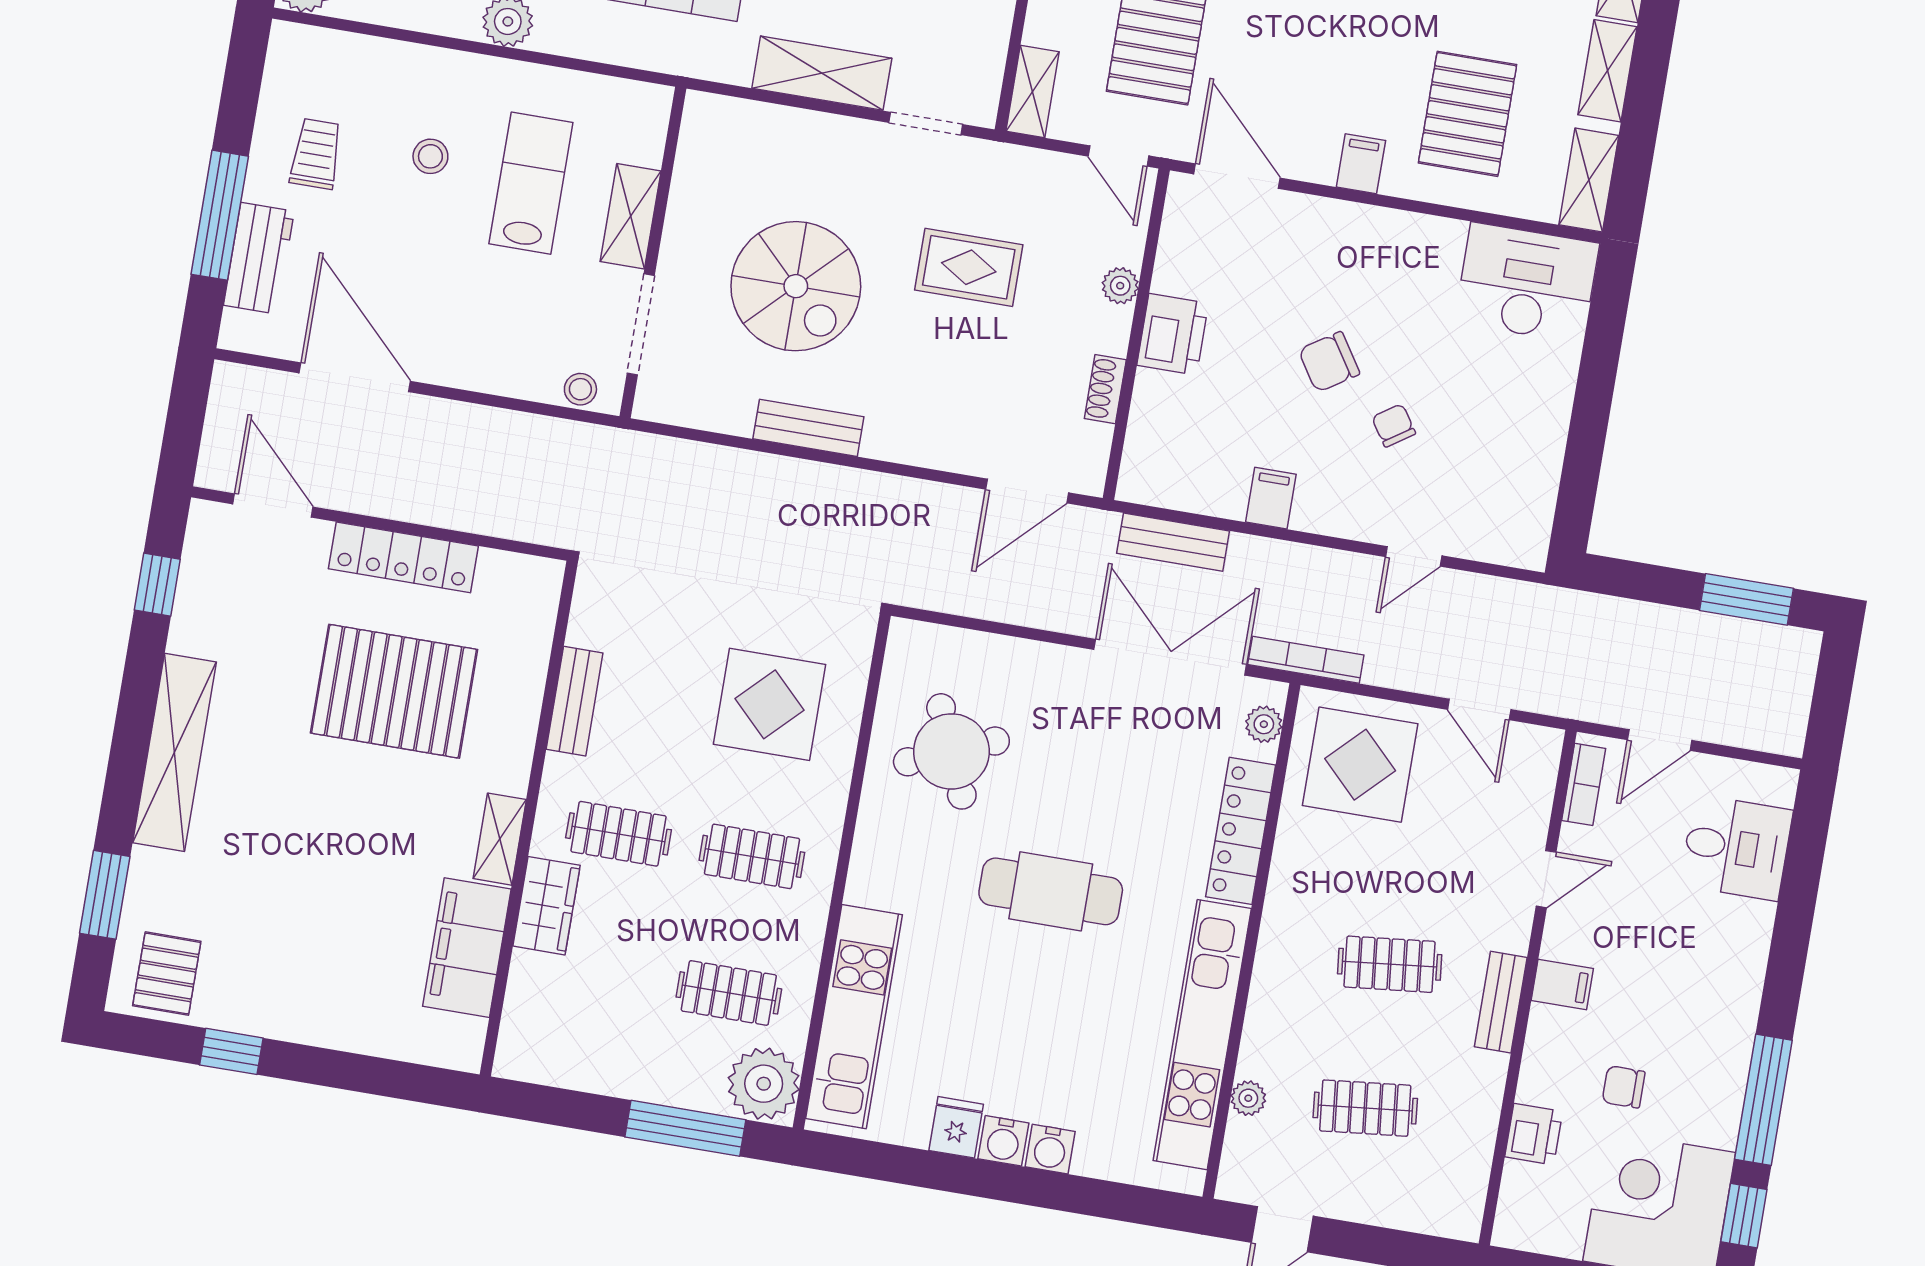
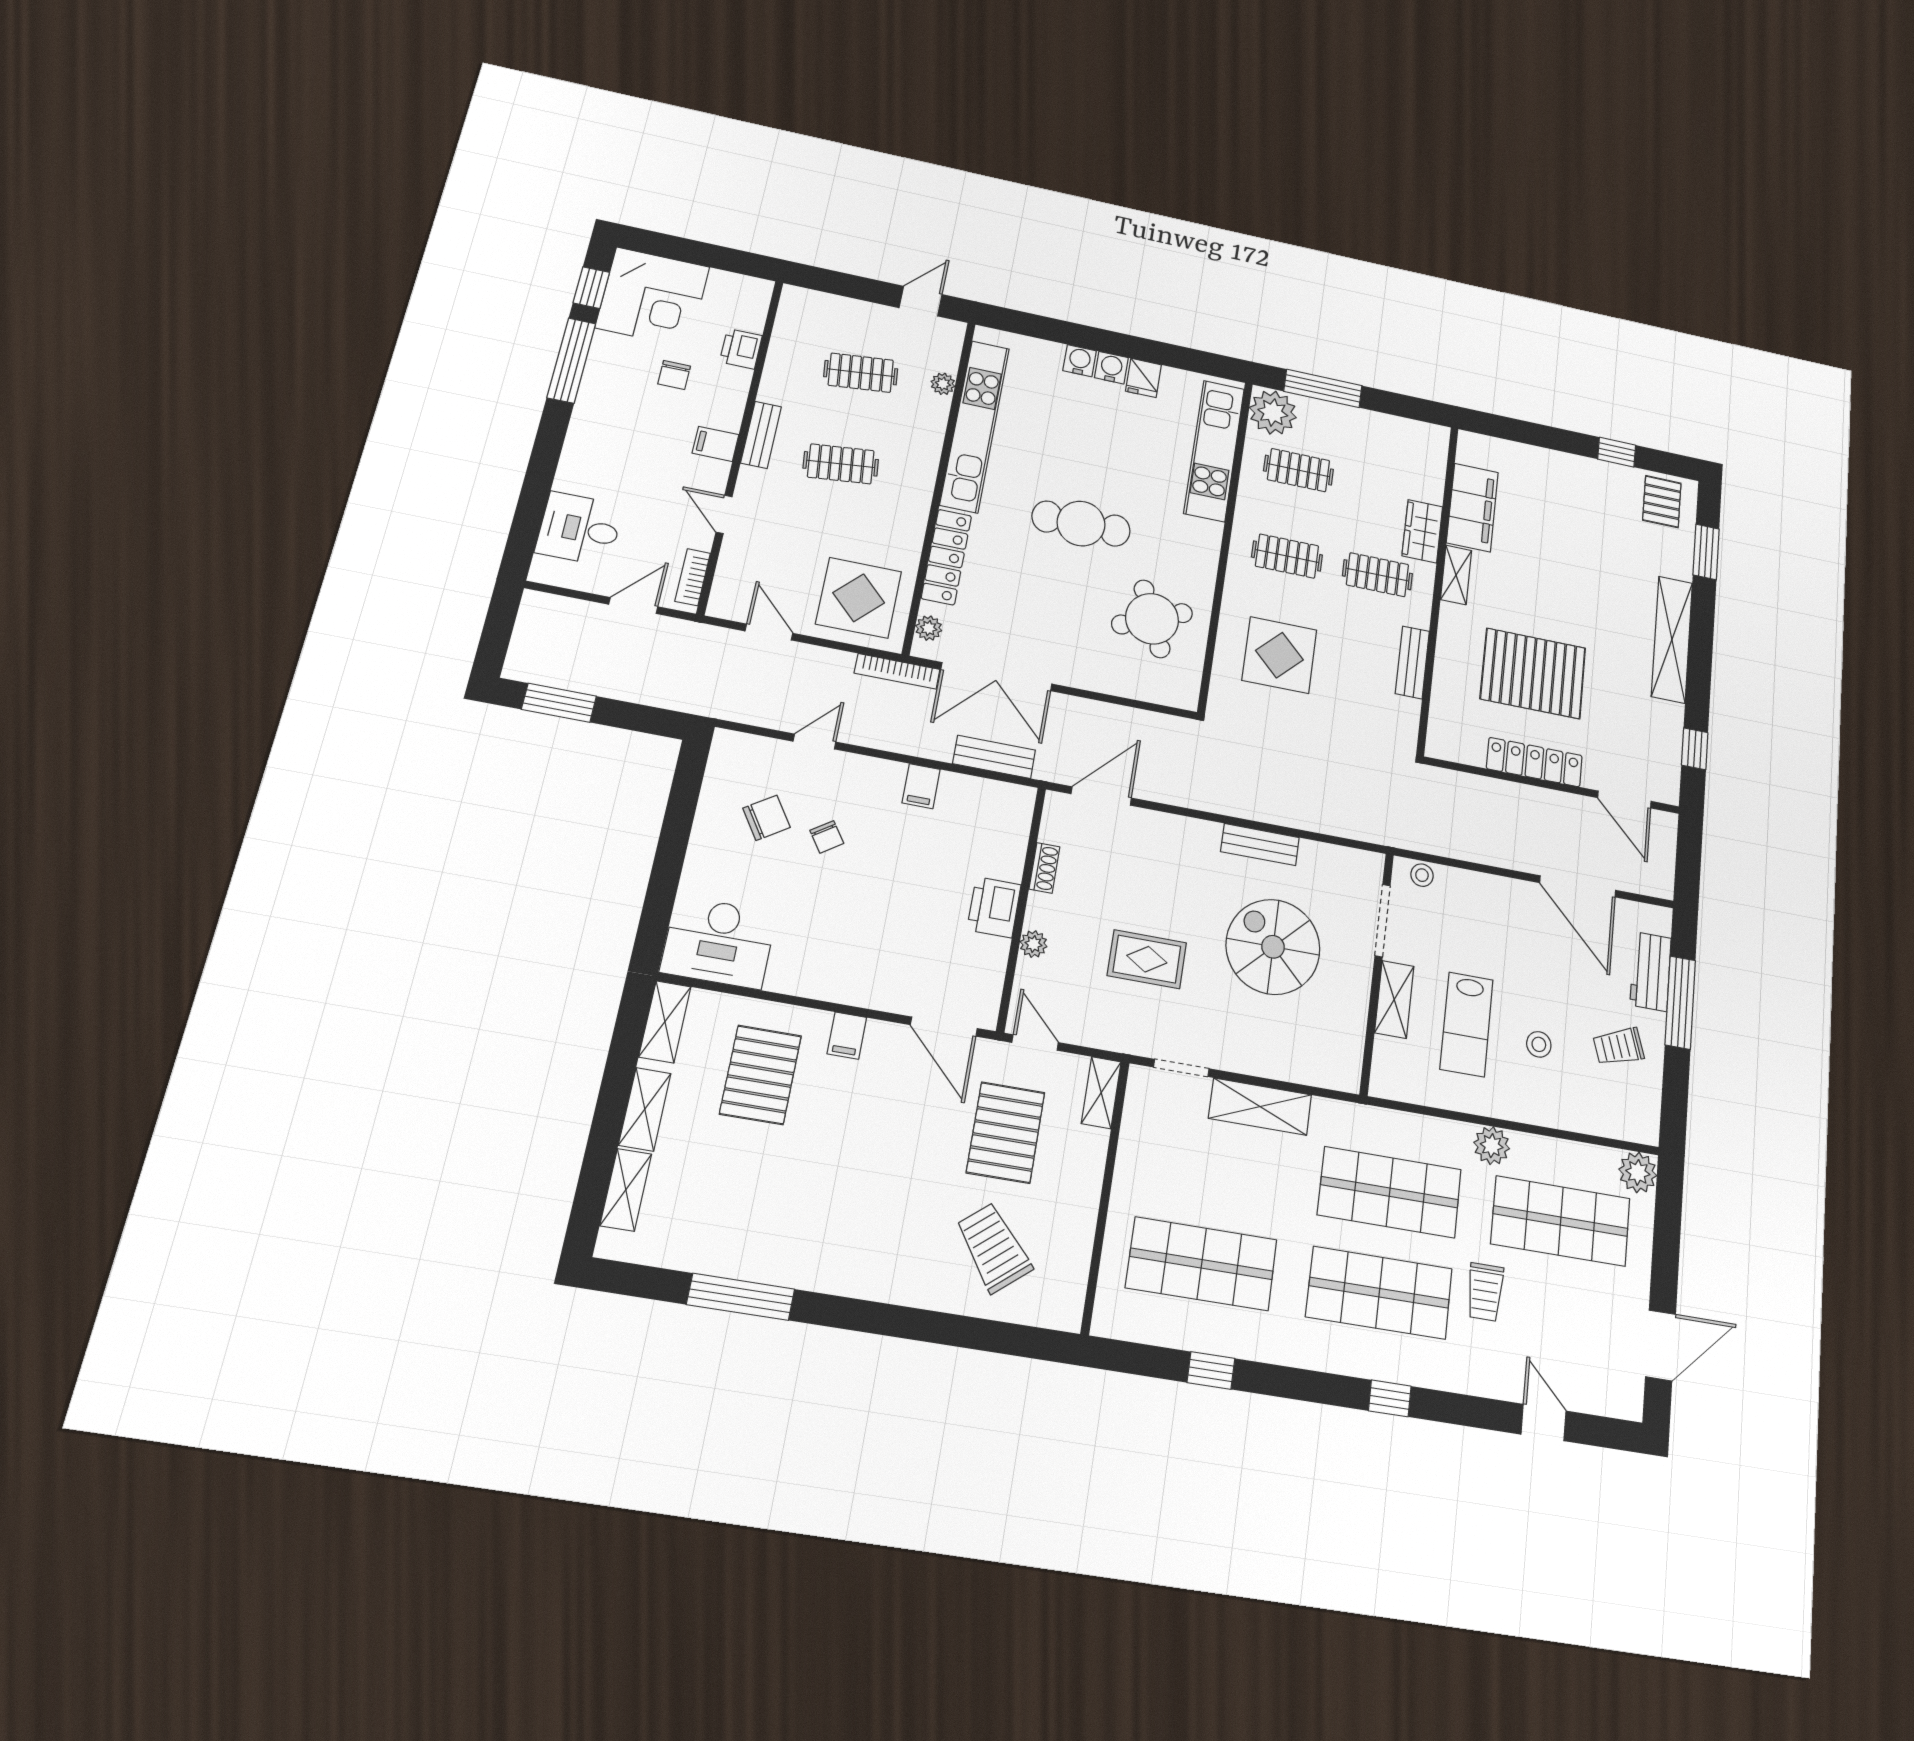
trolley: (316, 154) -> (1619, 1047), turned 71
chair: (1329, 362) -> (767, 818), moved
door: (1546, 879) -> (724, 514), hinge flipped
chair: (1624, 1087) -> (674, 375), turned 90

